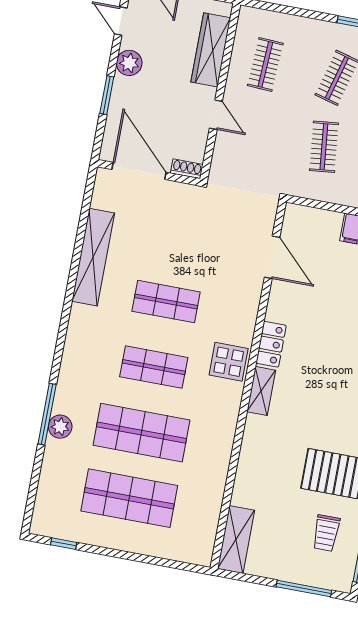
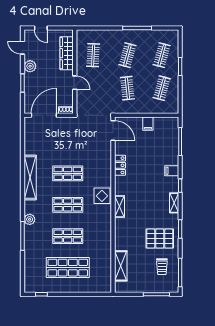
door: (139, 171) -> (44, 115), hinge flipped
shelving: (93, 257) -> (30, 177), moved
door: (272, 257) -> (113, 131), moved
locker: (271, 344) -> (120, 165), moved
plant: (60, 427) -> (30, 219), moved
shop shelf: (141, 433) -> (68, 236), width x0.70, depth x0.74
shelving: (236, 539) -> (121, 266), moved

